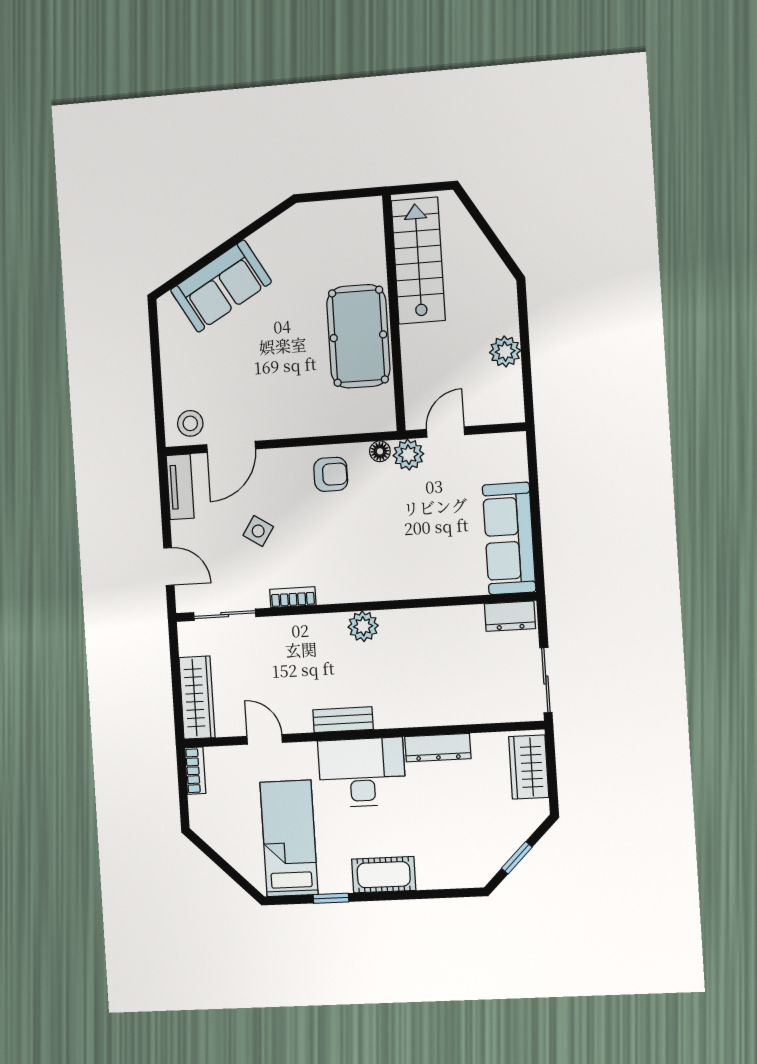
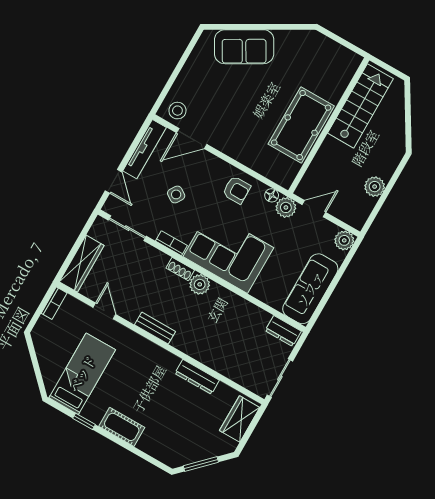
plant: (512, 447) -> (344, 240), added
tv unit: (180, 487) -> (144, 149), width x1.41
corner sofa: (372, 561) -> (228, 252), added
shoe rack: (326, 623) -> (180, 269), added
desk: (362, 772) -> (146, 364), removed
window: (517, 858) -> (201, 464), width x1.50

